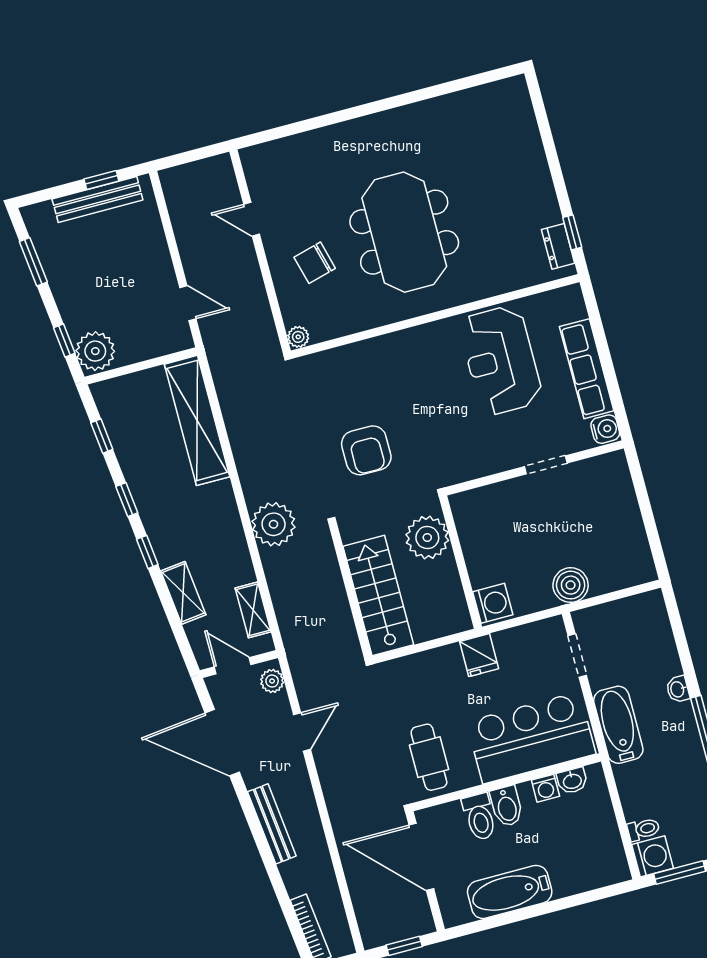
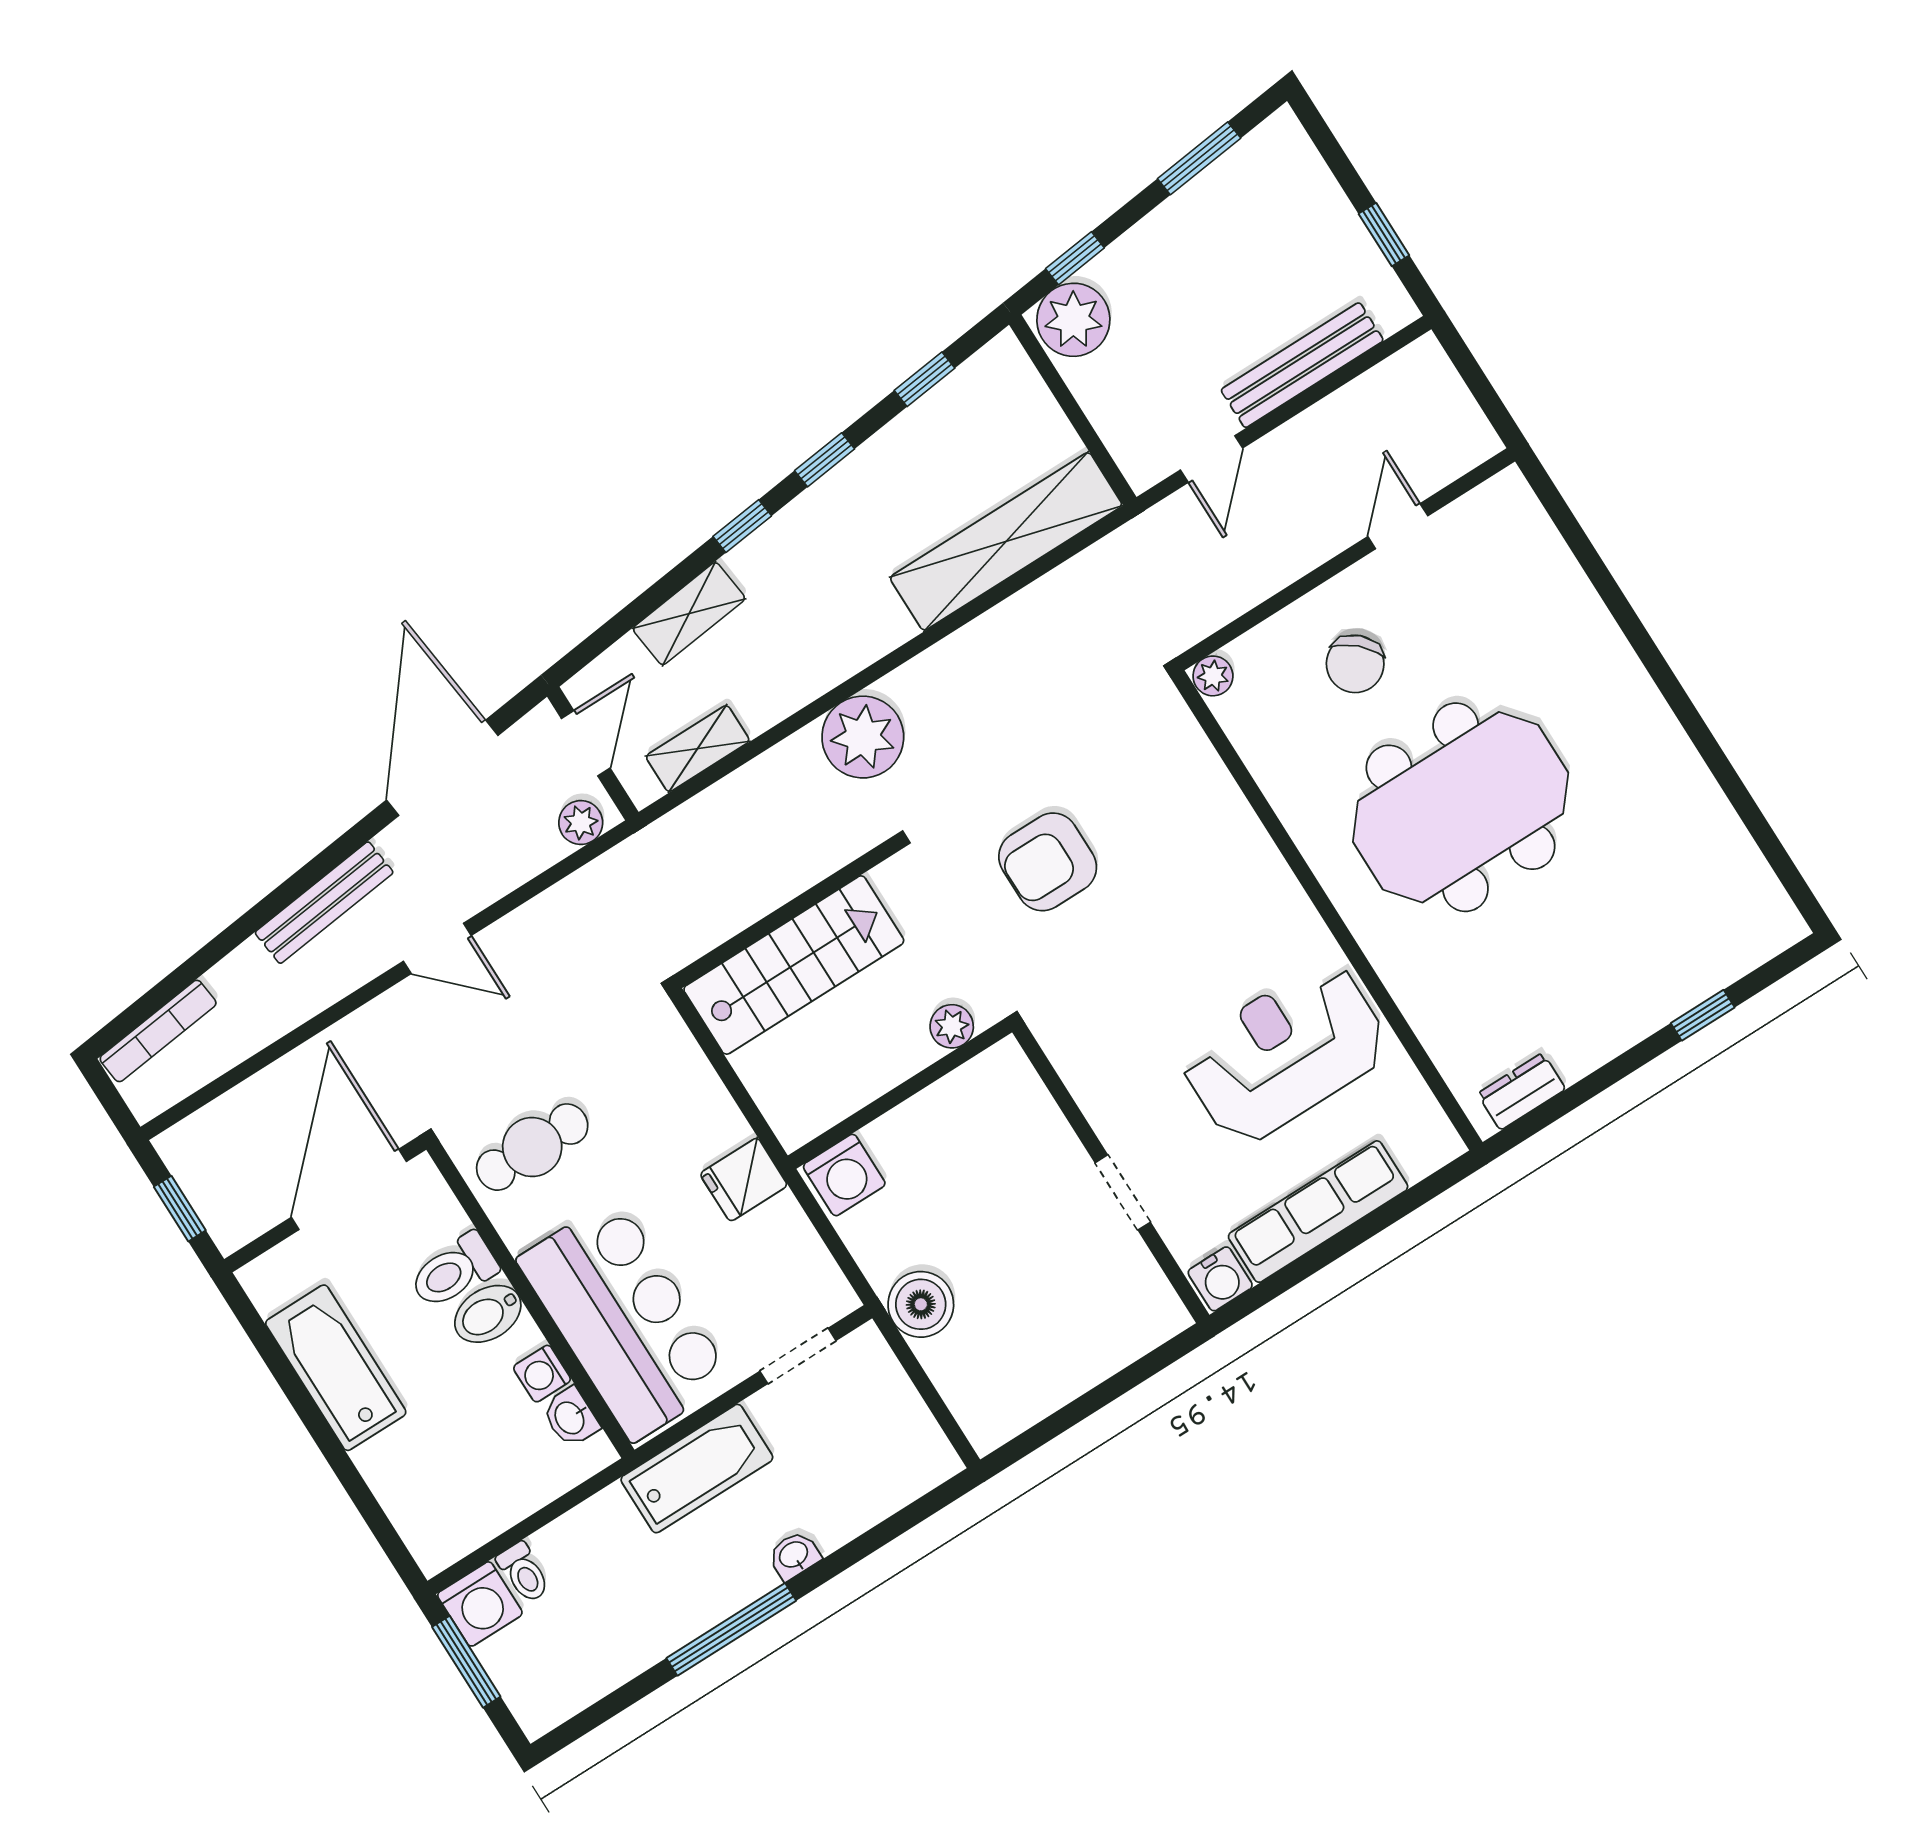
bench: (97, 199) -> (1302, 365), moved, turned 90
window: (572, 232) -> (1703, 1015), moved
chair: (315, 263) -> (1355, 664), turned -122
plant: (427, 538) -> (952, 1026), width x0.53, depth x0.53
door: (302, 732) -> (437, 948), moved

